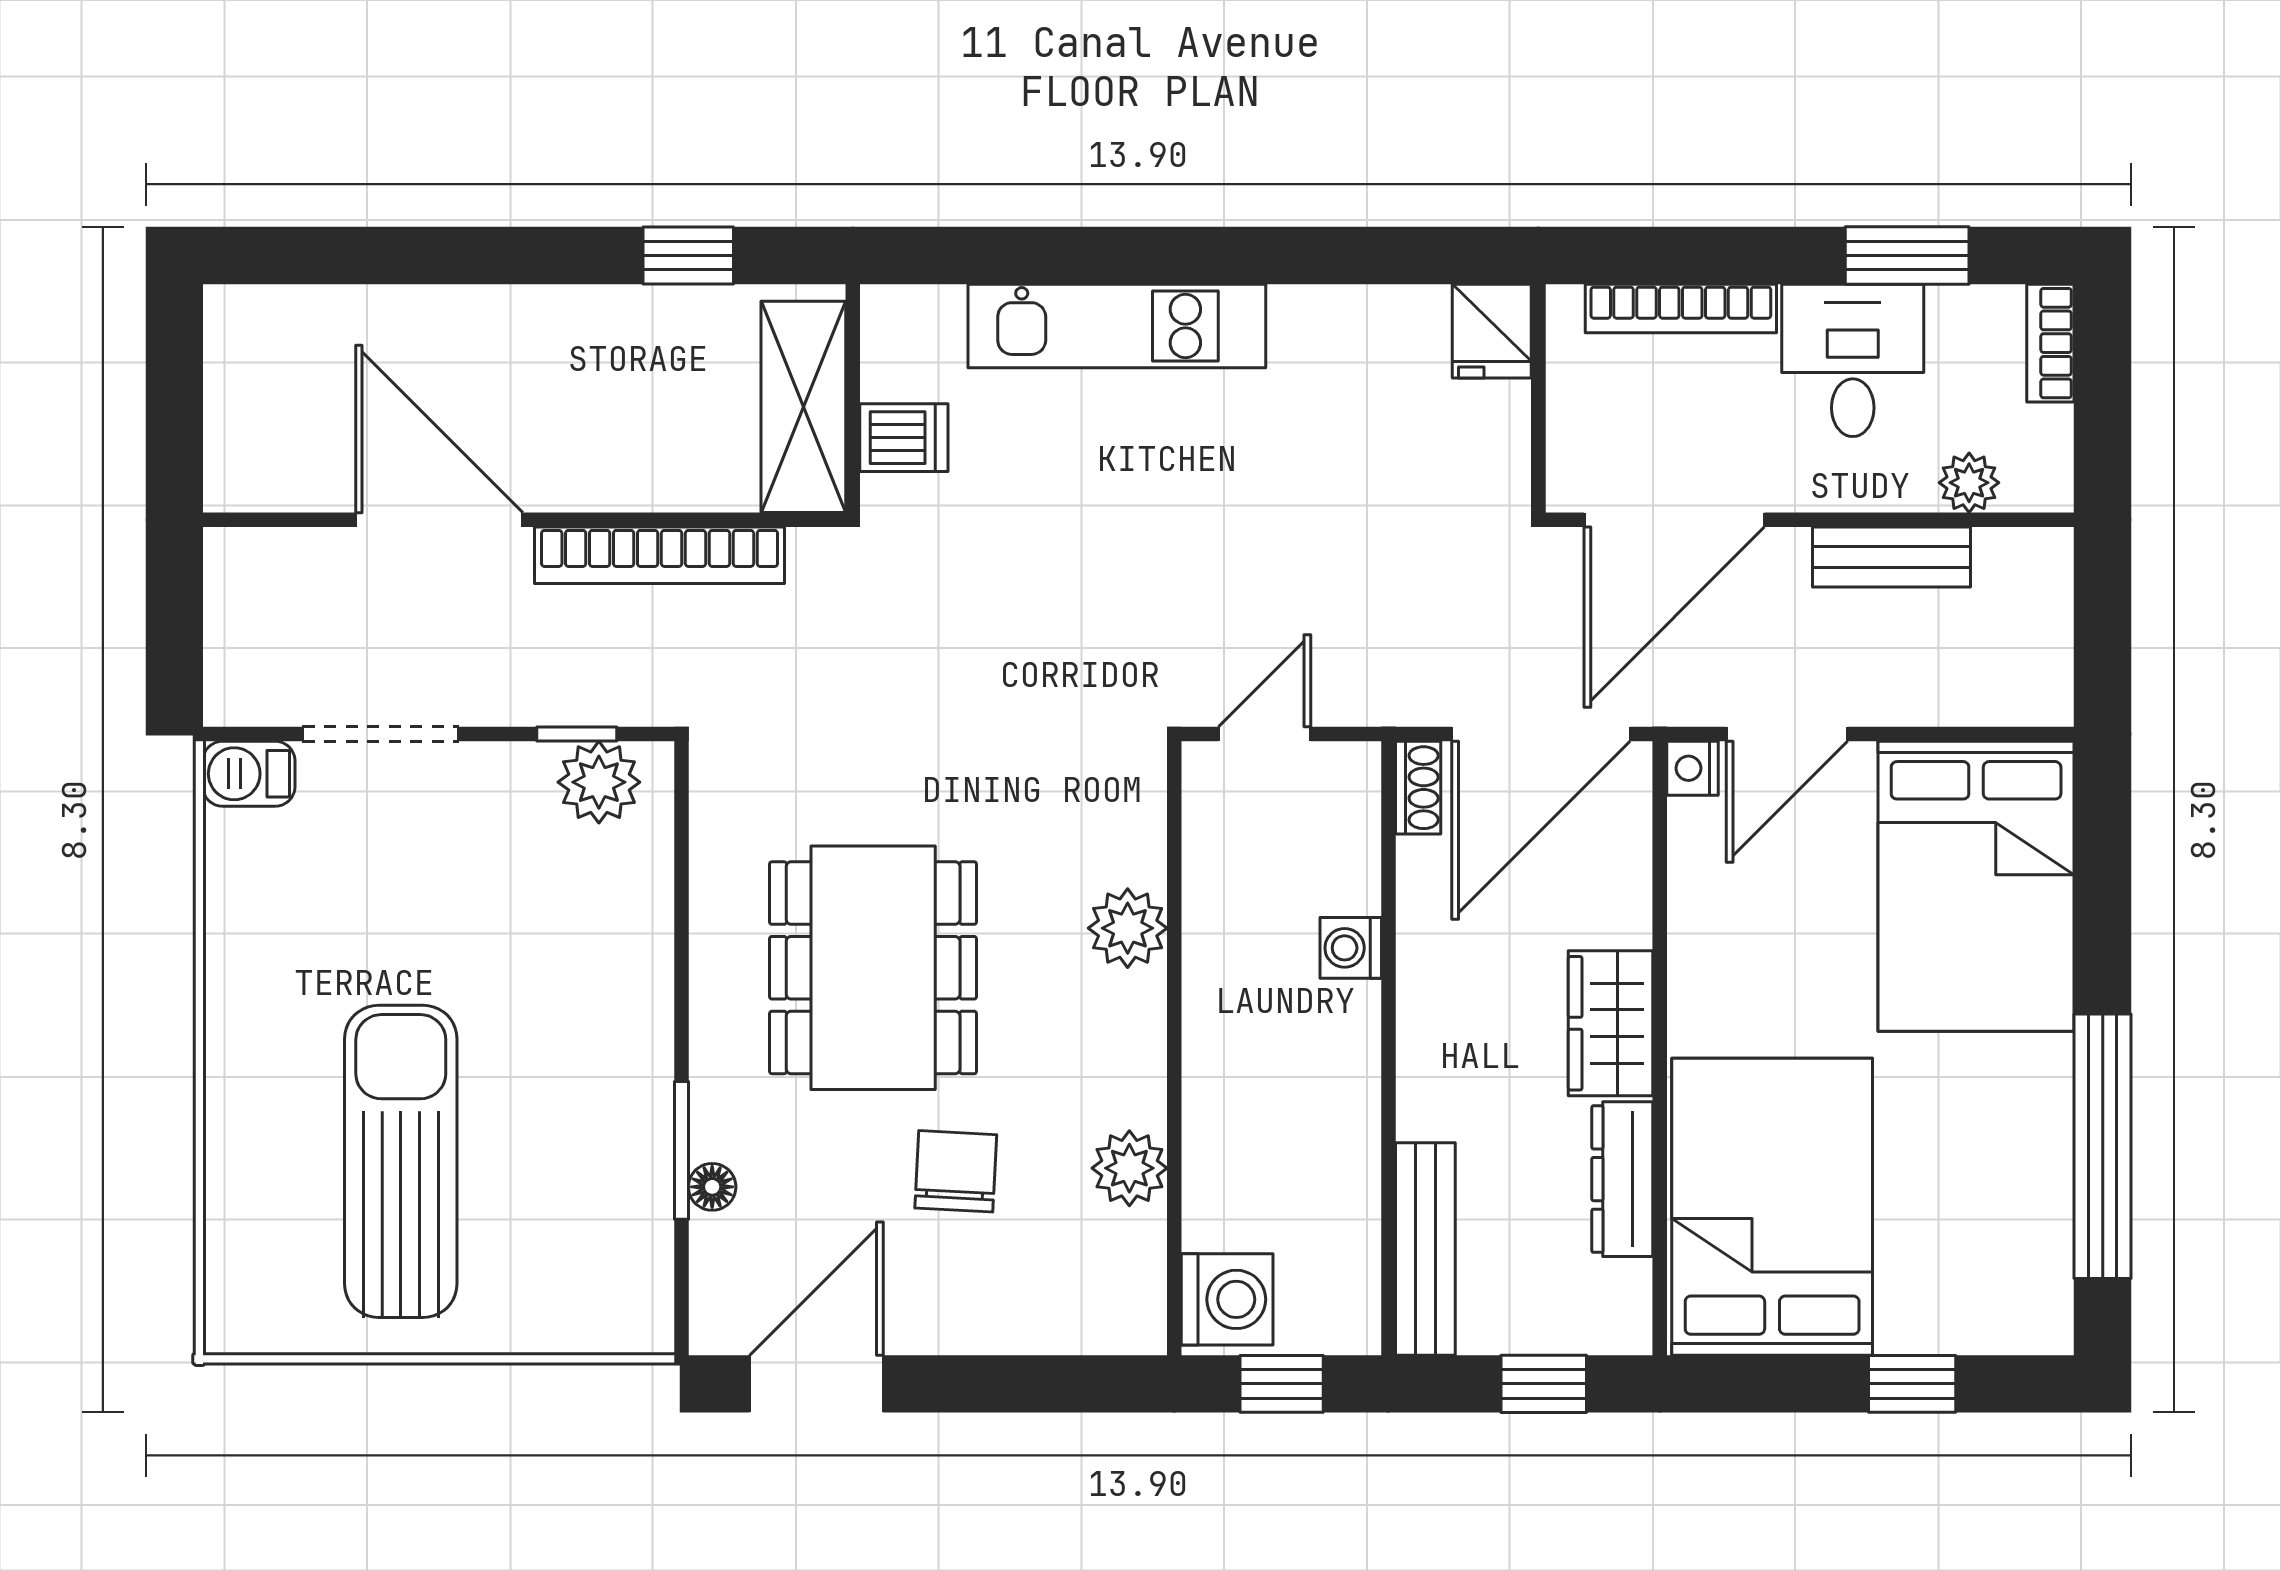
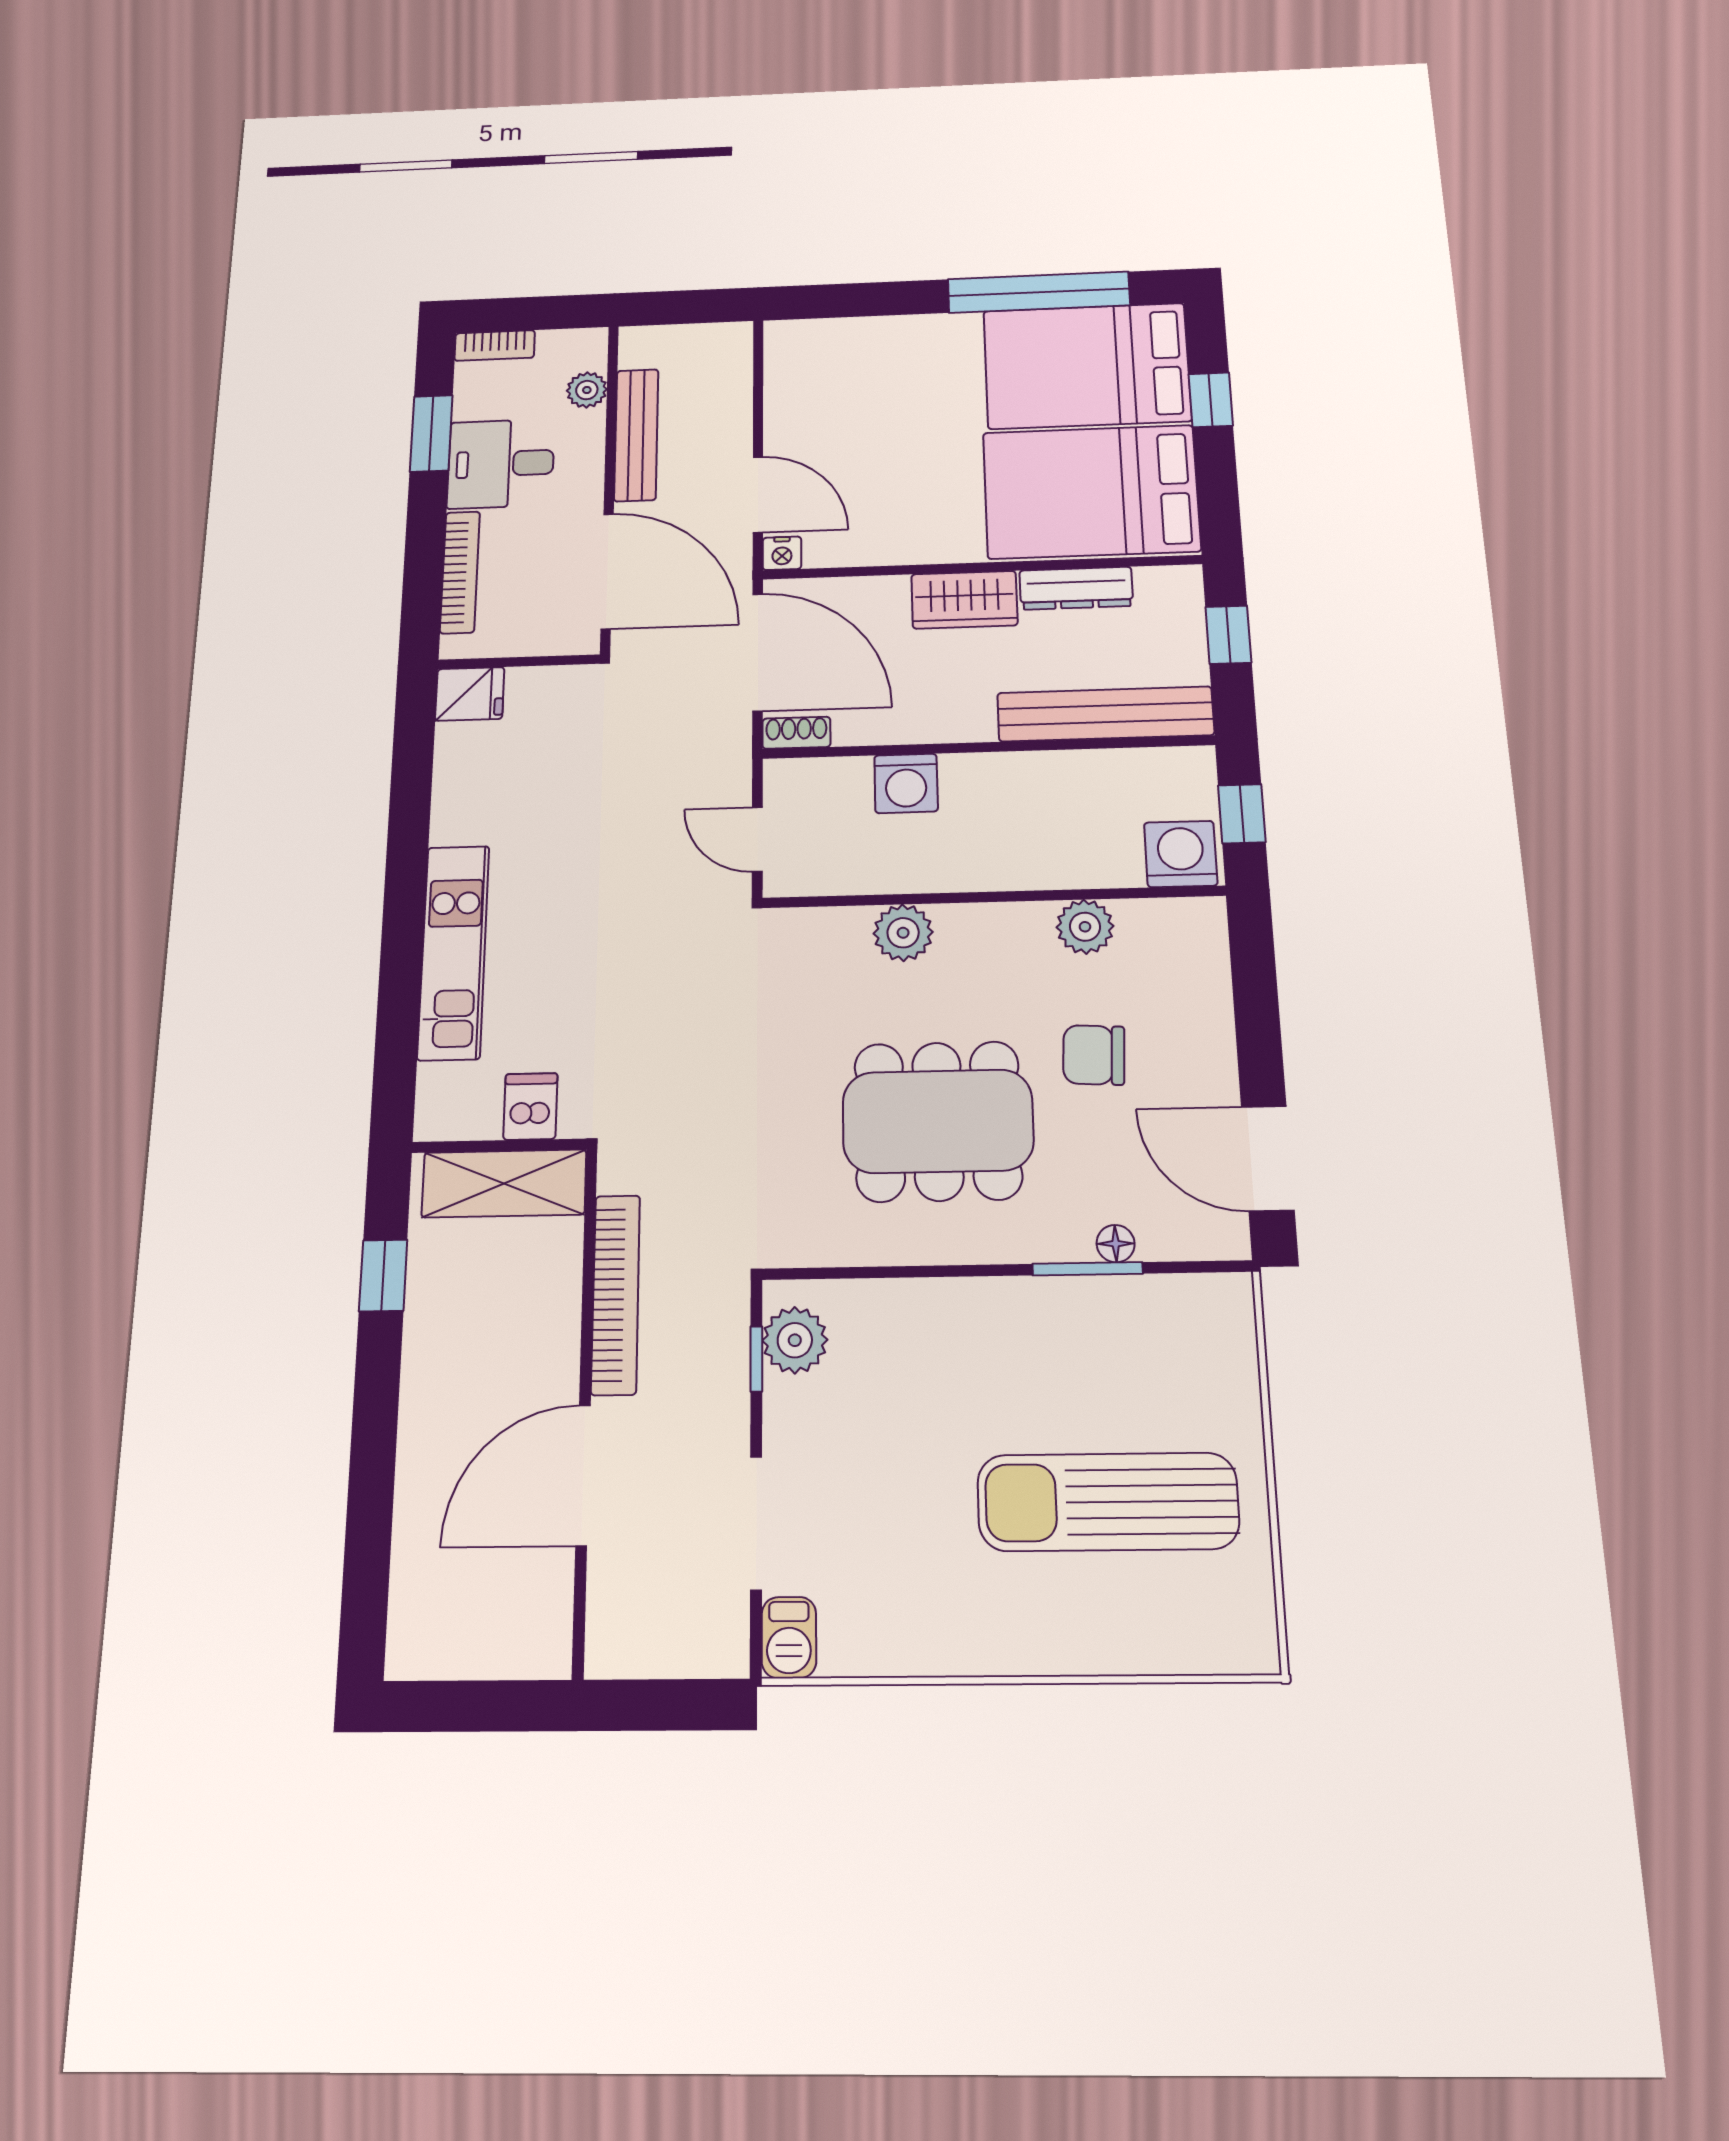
bench: (1891, 557) -> (636, 435), width x1.36
bed: (1976, 886) -> (1087, 366), moved, turned 180
washing machine: (1351, 948) -> (906, 783), width x1.38, depth x1.38
bench: (1425, 1249) -> (1105, 714), width x1.37, depth x1.21

